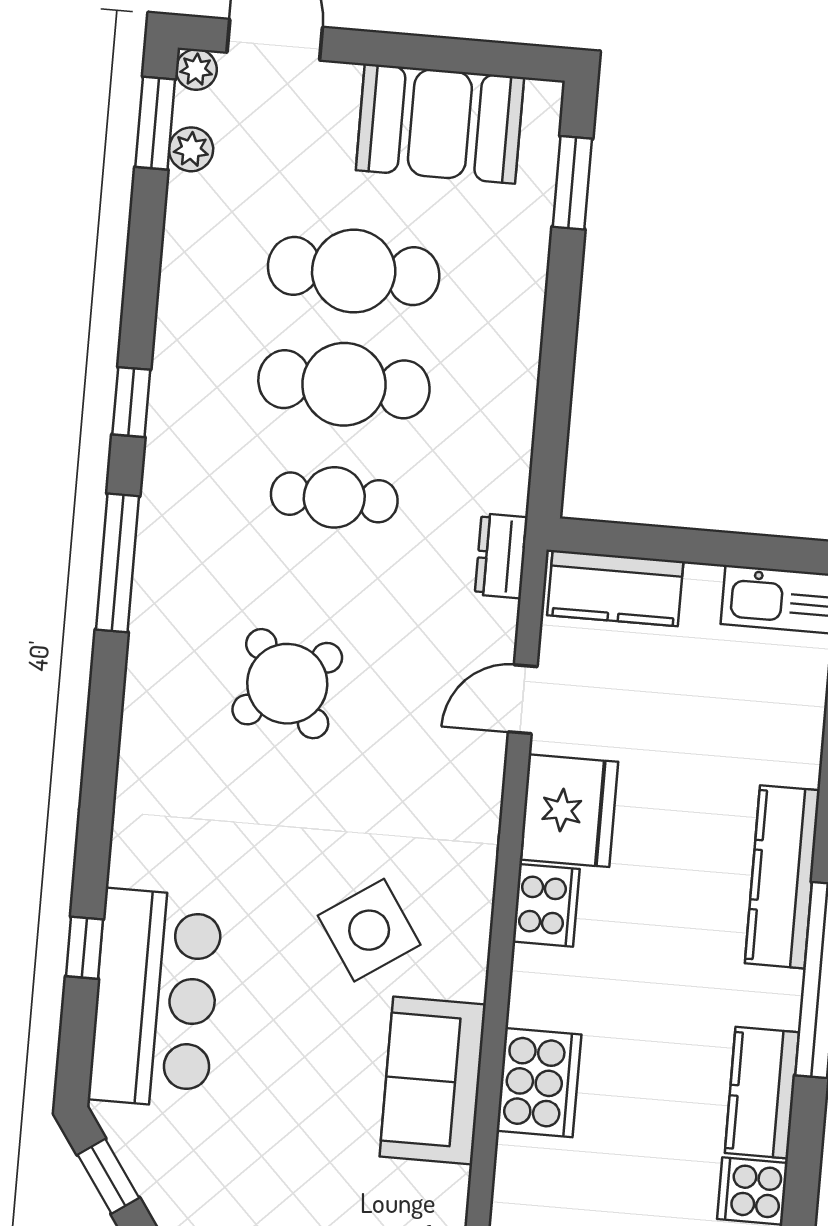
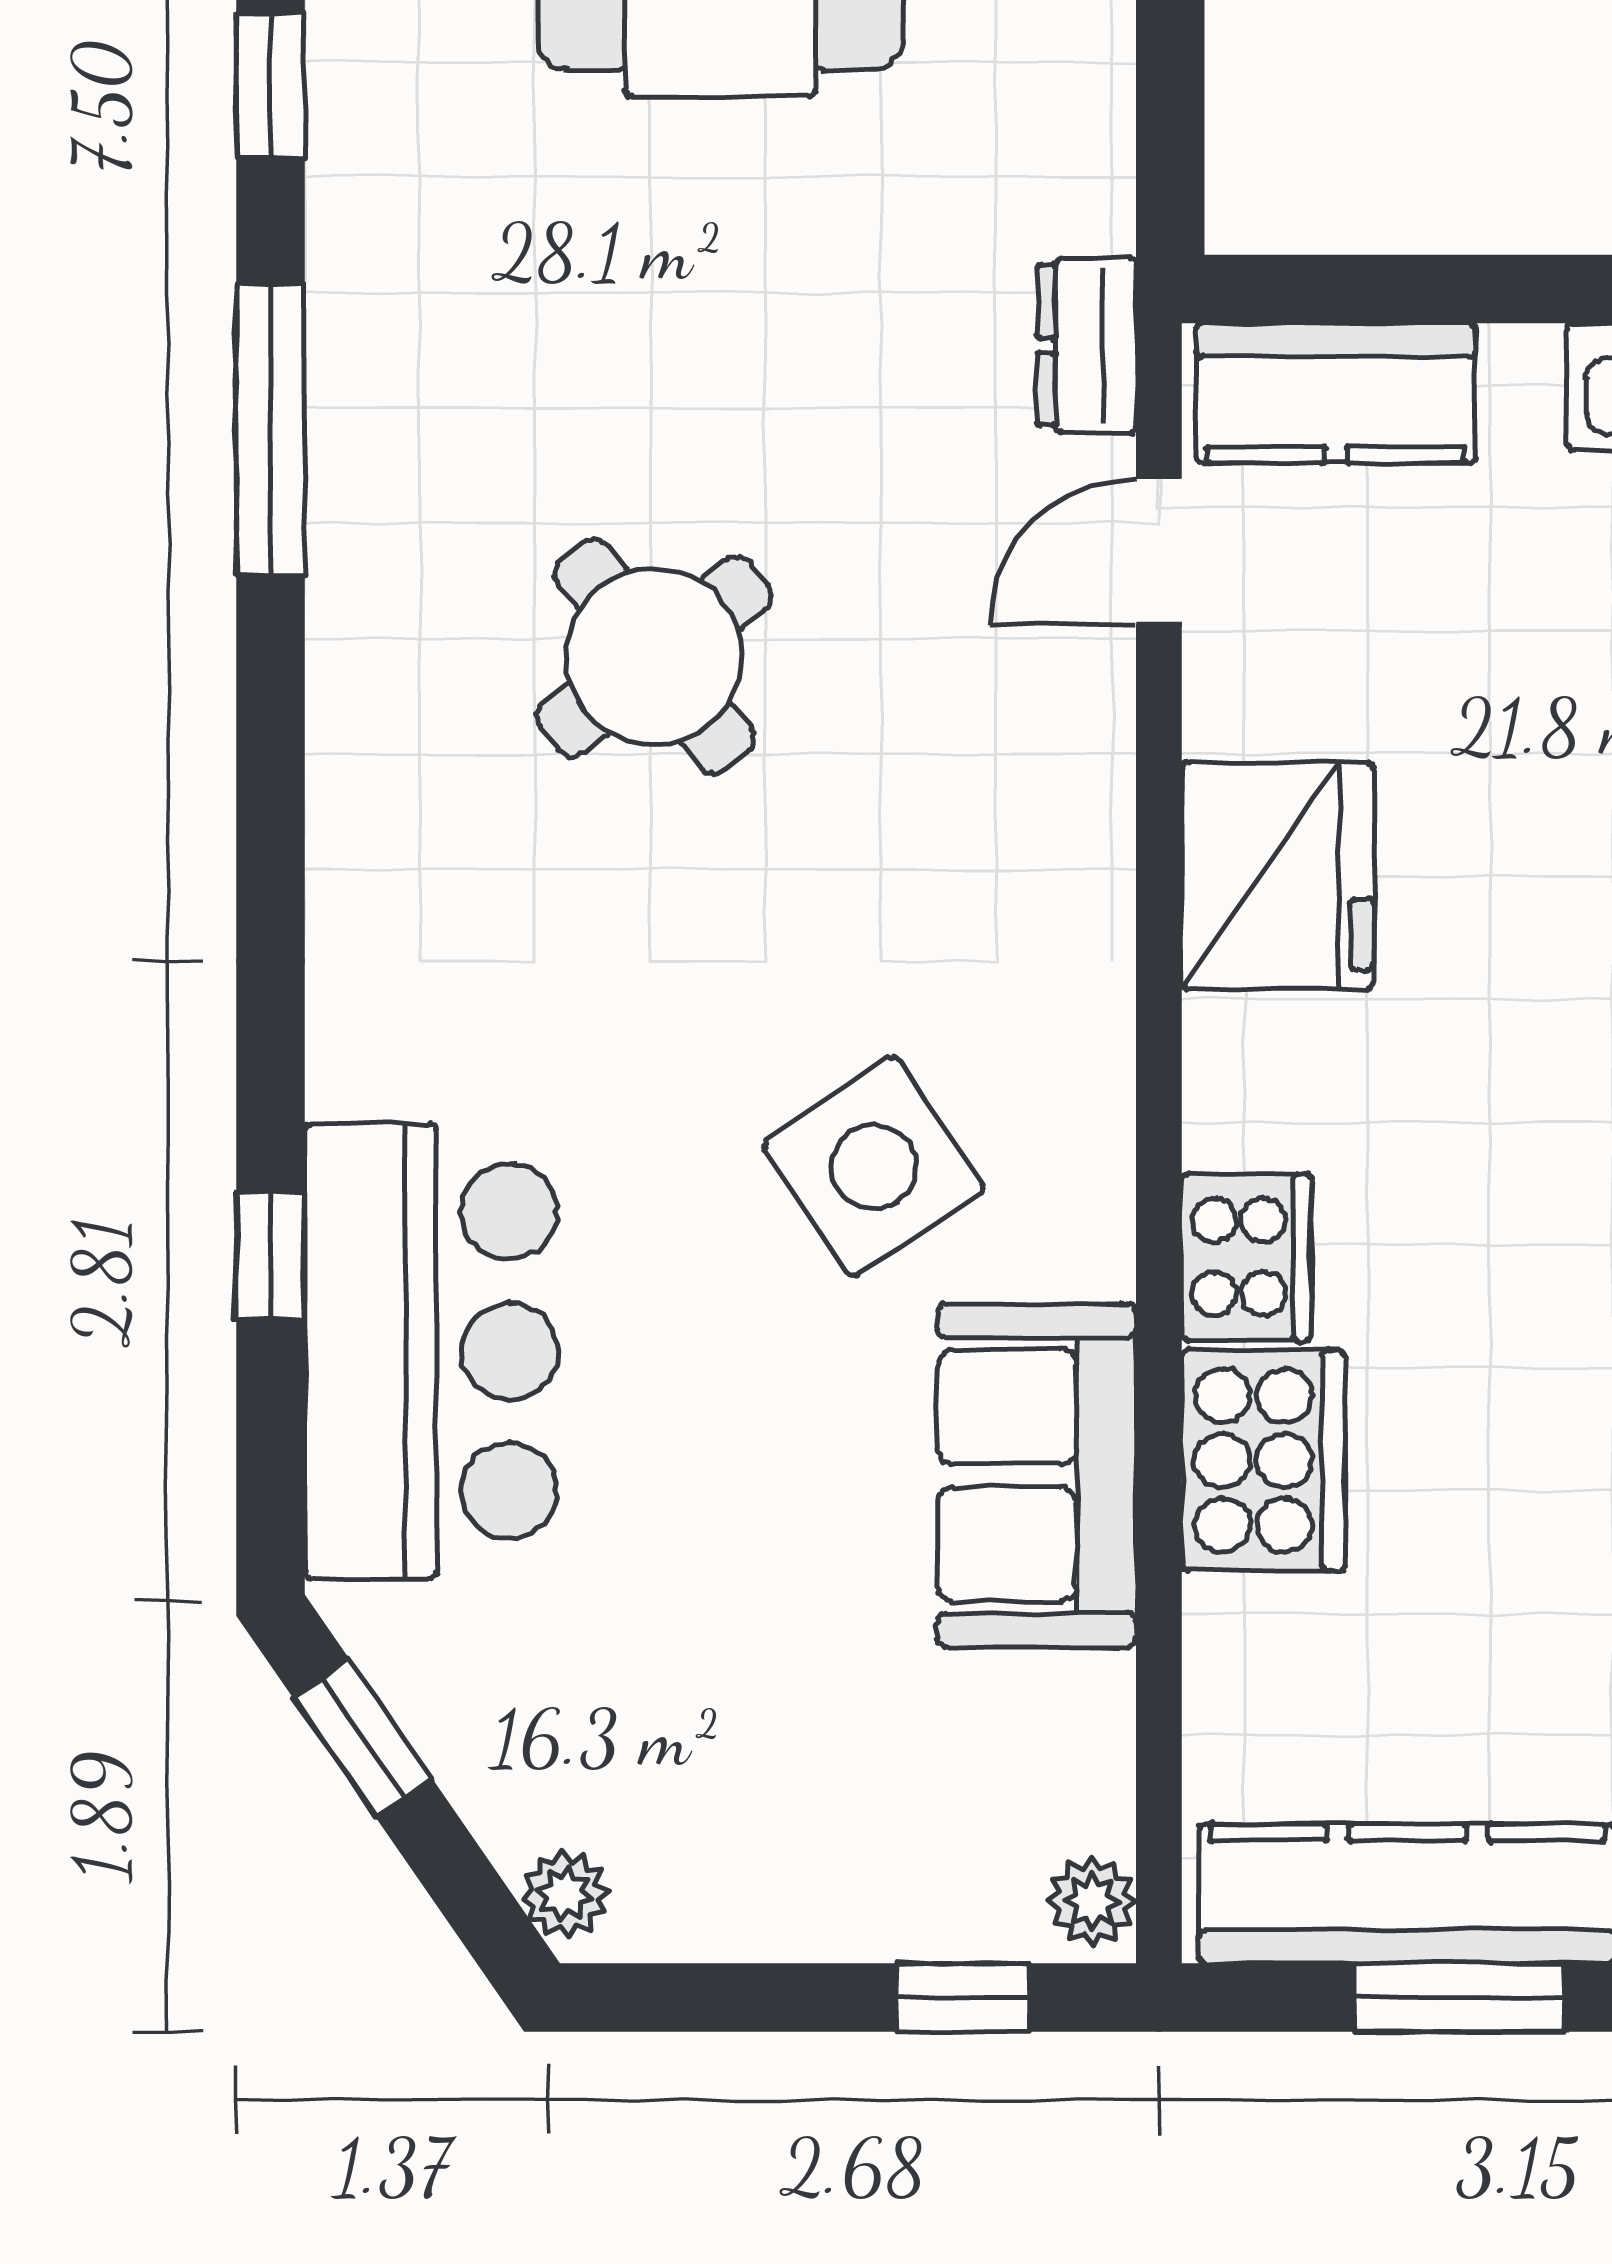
cafe table: (334, 497) -> (720, 251), removed
door: (523, 699) -> (1159, 552), moved
cooker: (546, 905) -> (1246, 1257), moved

